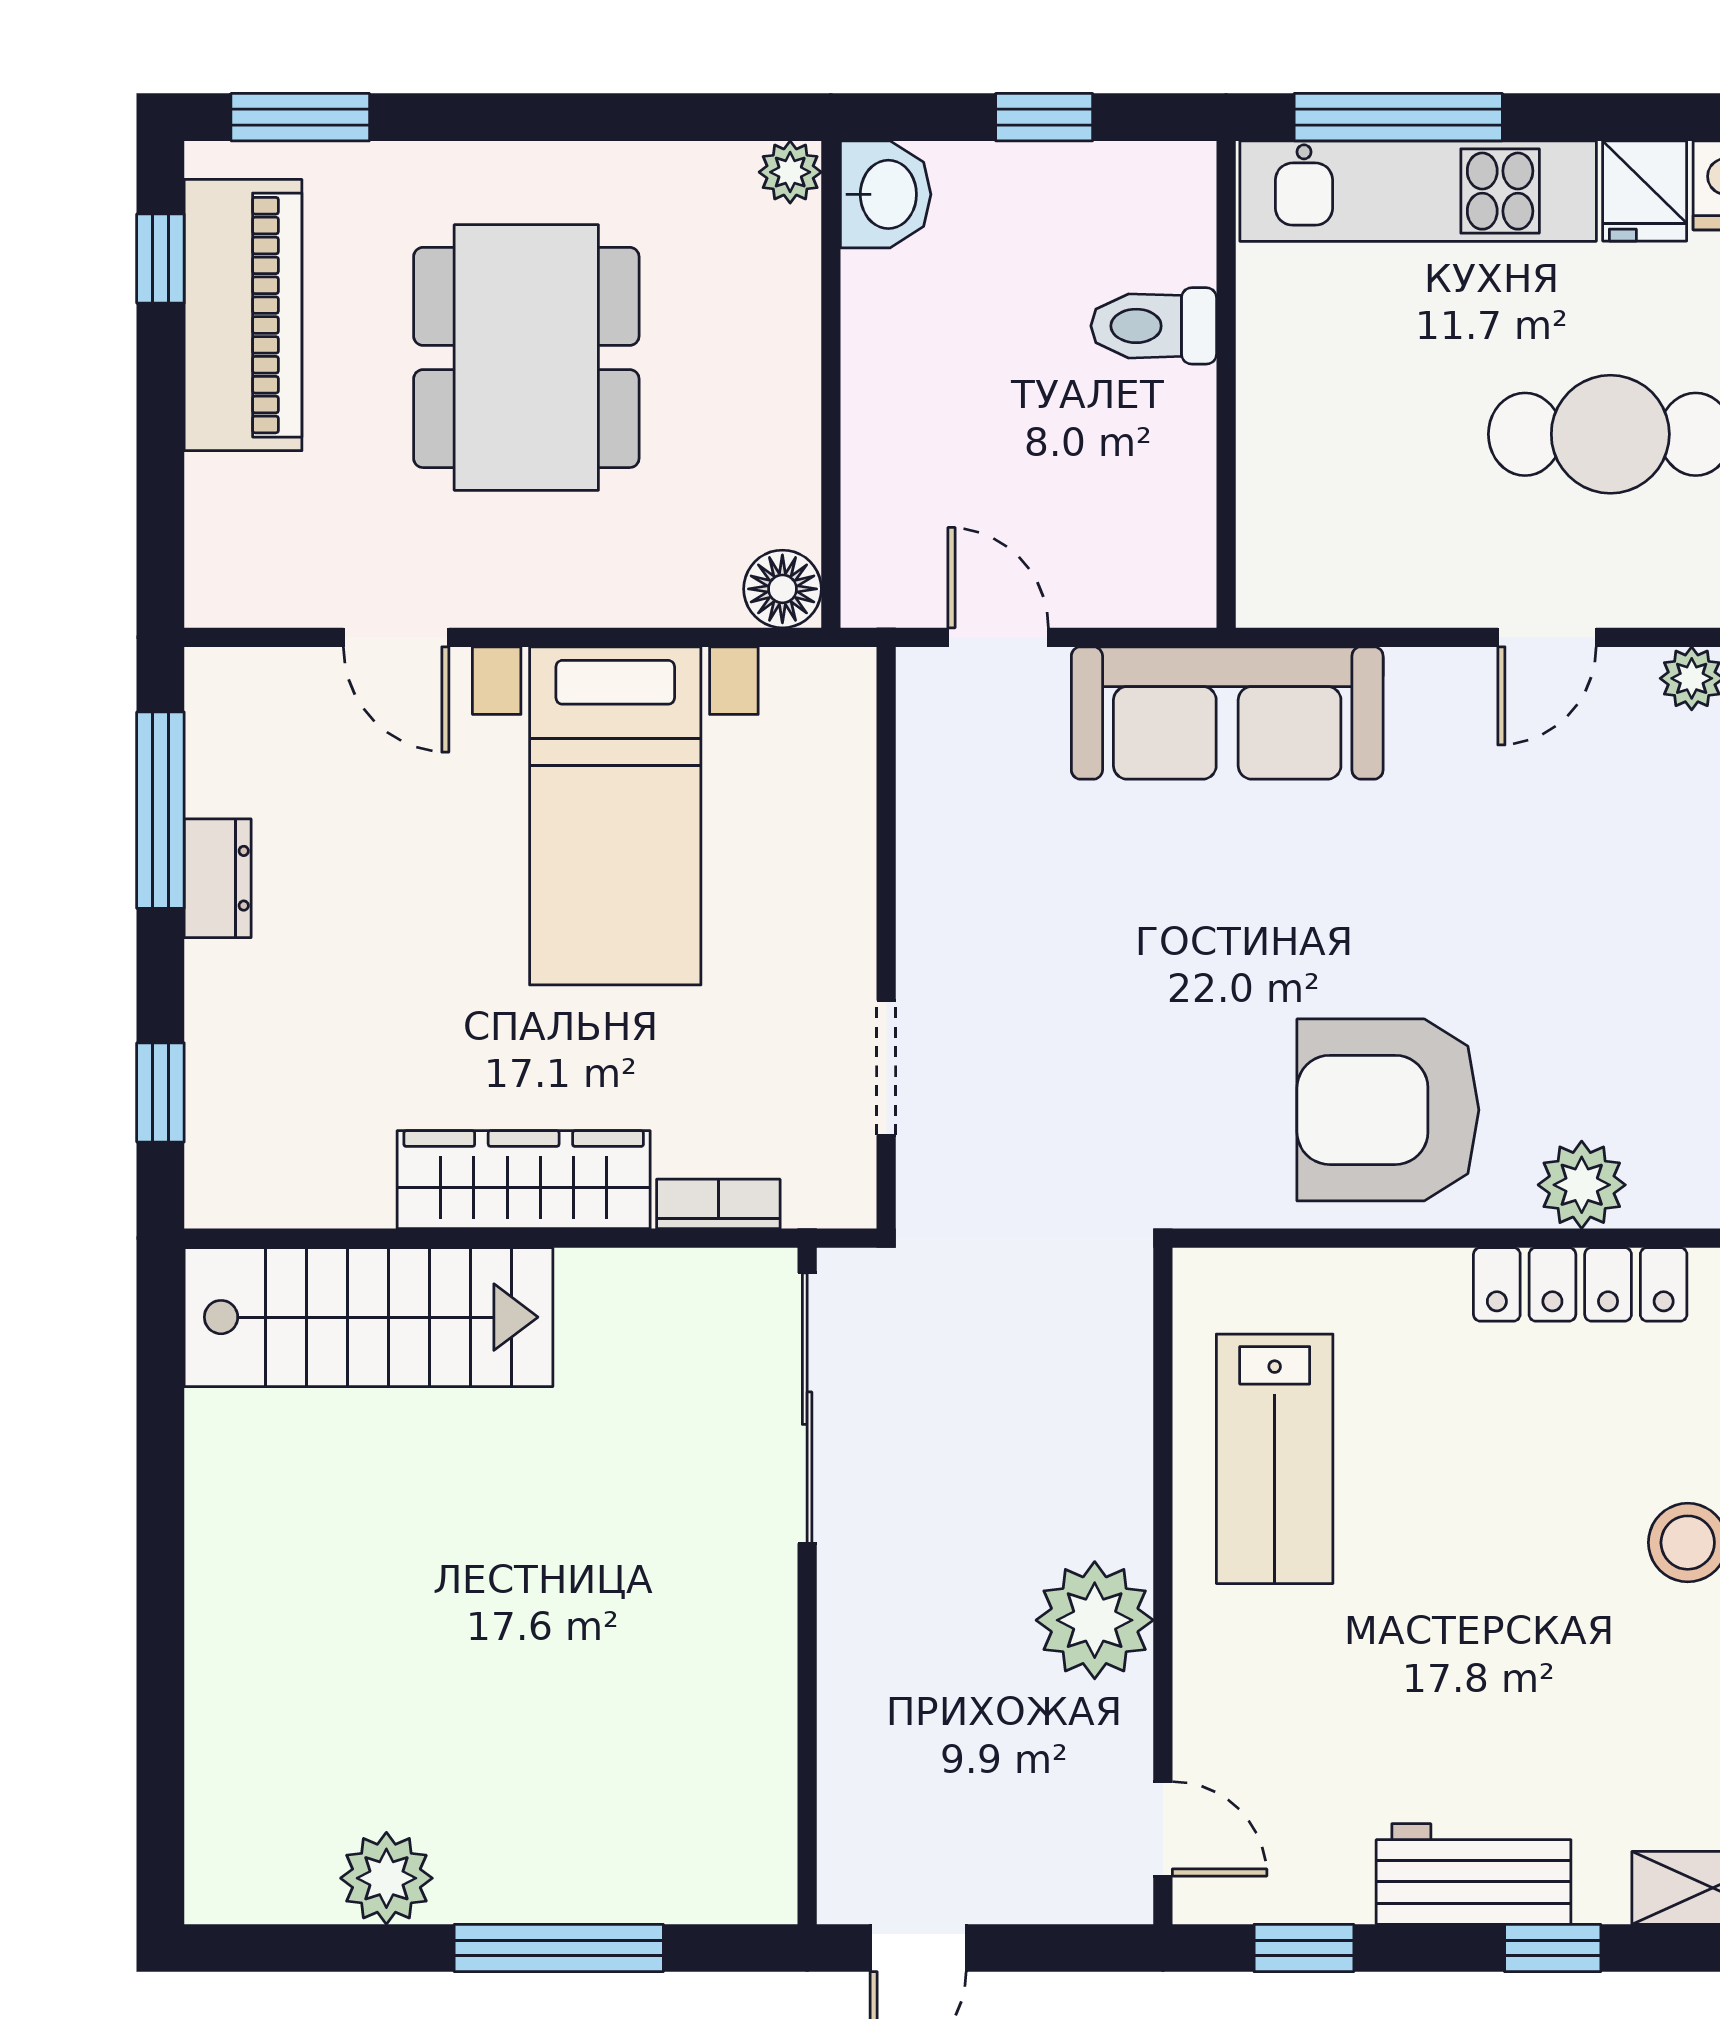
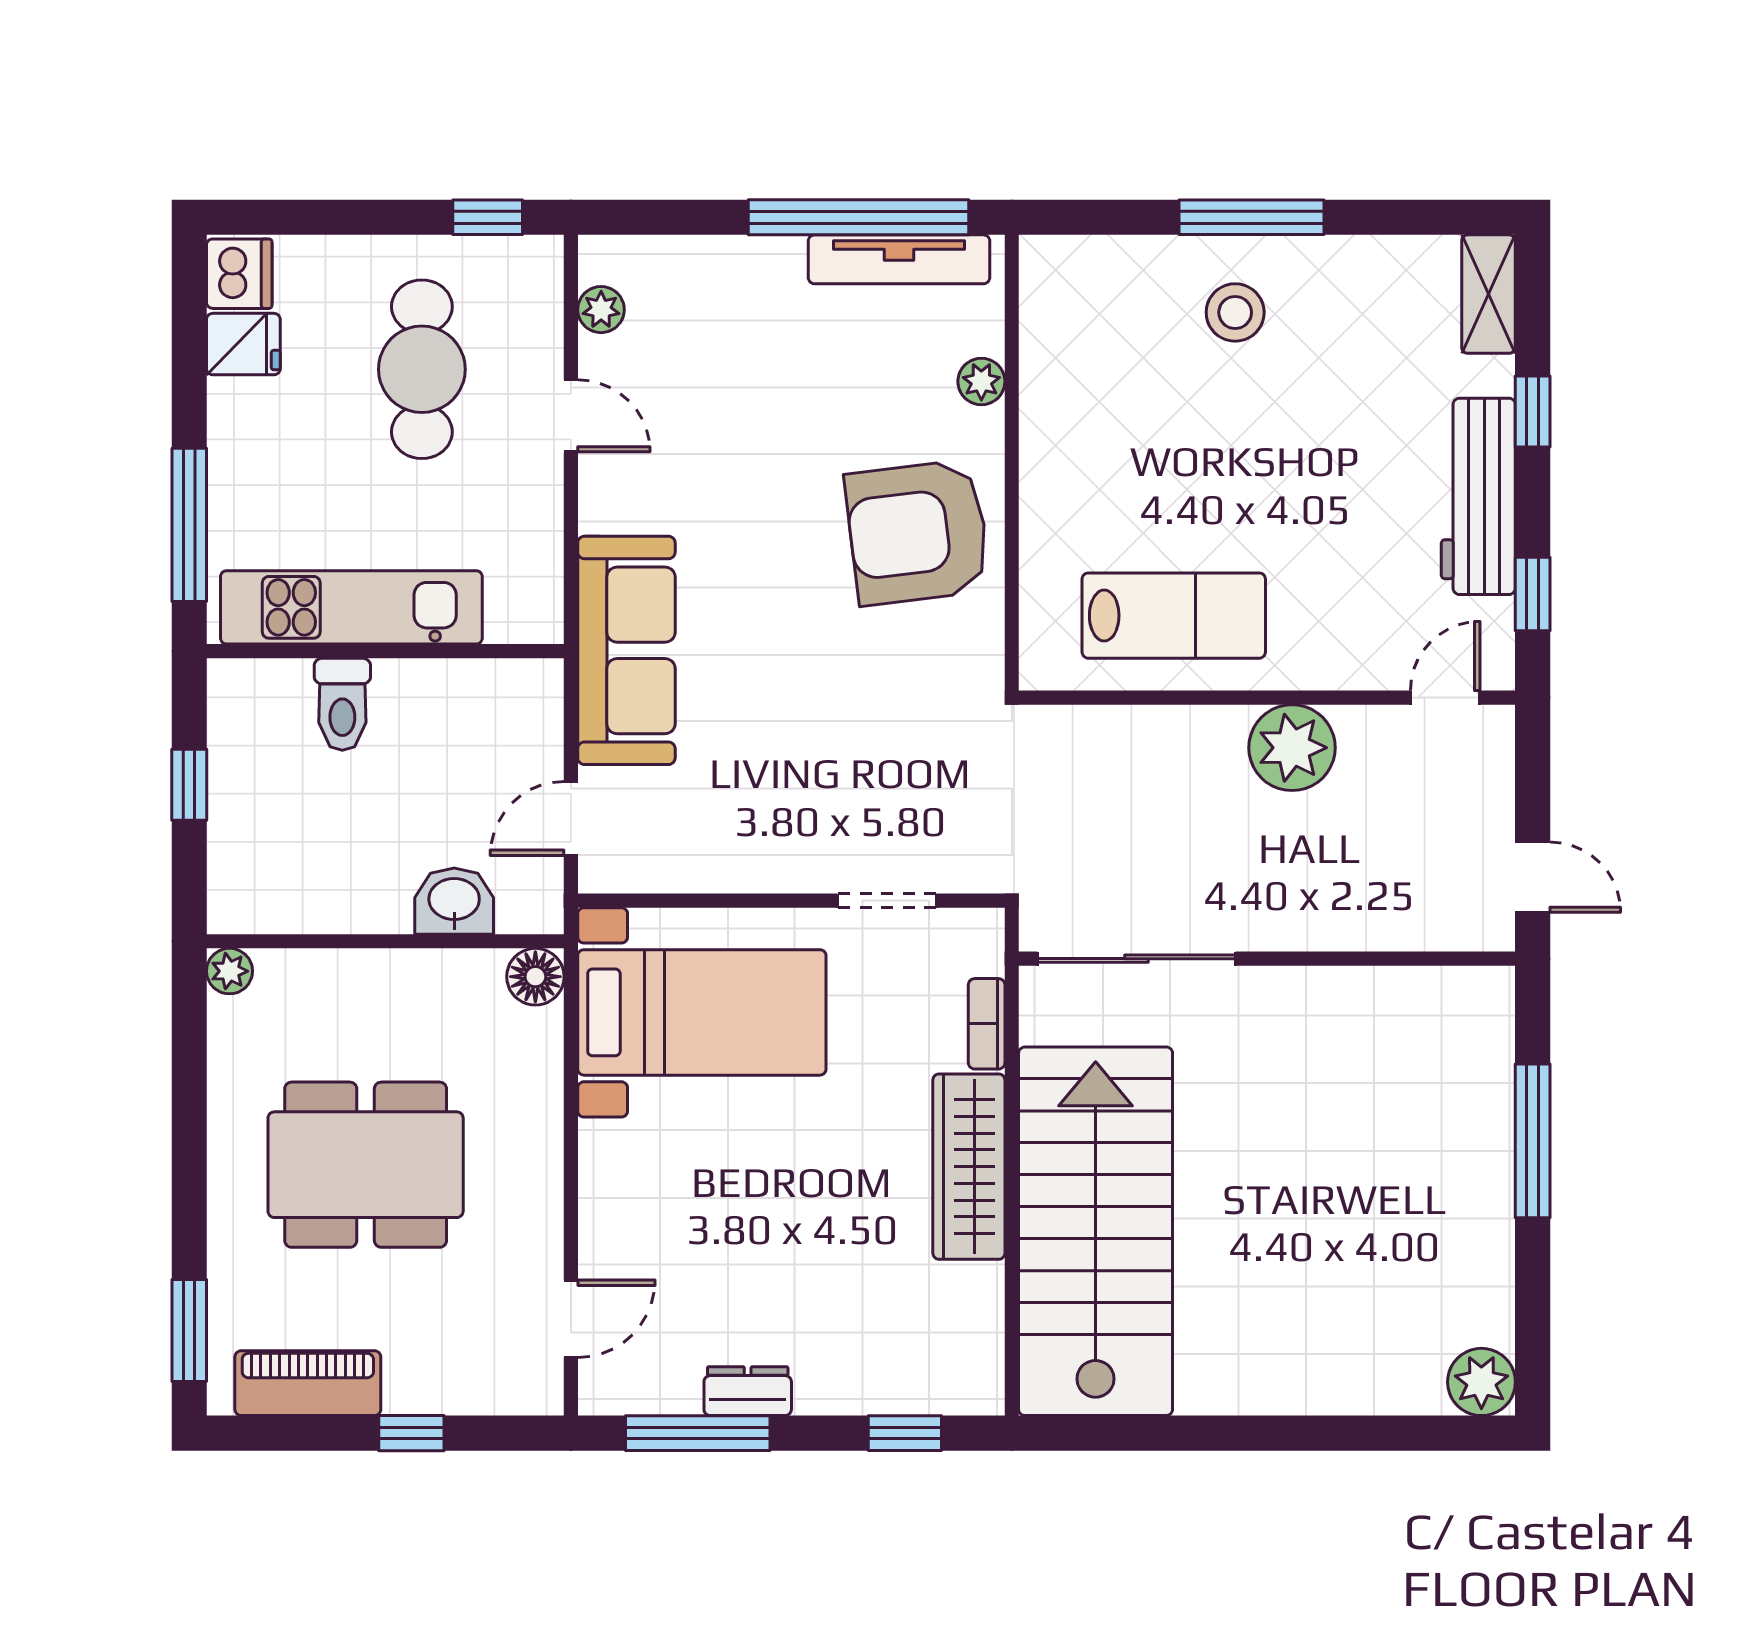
kitchen unit: (1418, 191) -> (351, 607), moved, turned -90
washbasin: (886, 194) -> (454, 901), moved
window: (160, 259) -> (411, 1433), moved
piano: (243, 315) -> (308, 1383), width x0.73, depth x0.75
door: (396, 637) -> (571, 1319), moved
bed with nightstands: (615, 816) -> (702, 1012), moved
armchair: (1388, 1110) -> (918, 532), turned 83
plant: (1582, 1185) -> (981, 381), width x0.73, depth x0.73
locker: (1580, 1284) -> (1046, 391), removed
stairs: (369, 1317) -> (1096, 1231), width x1.36, depth x1.51
workbench: (1474, 1874) -> (1478, 496), width x1.38
plant: (386, 1878) -> (1481, 1382), moved

